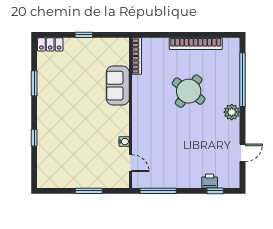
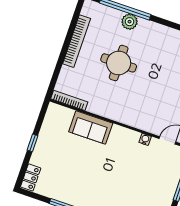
round table: (189, 91) -> (119, 63), turned -36
plant: (232, 112) -> (129, 22), moved

